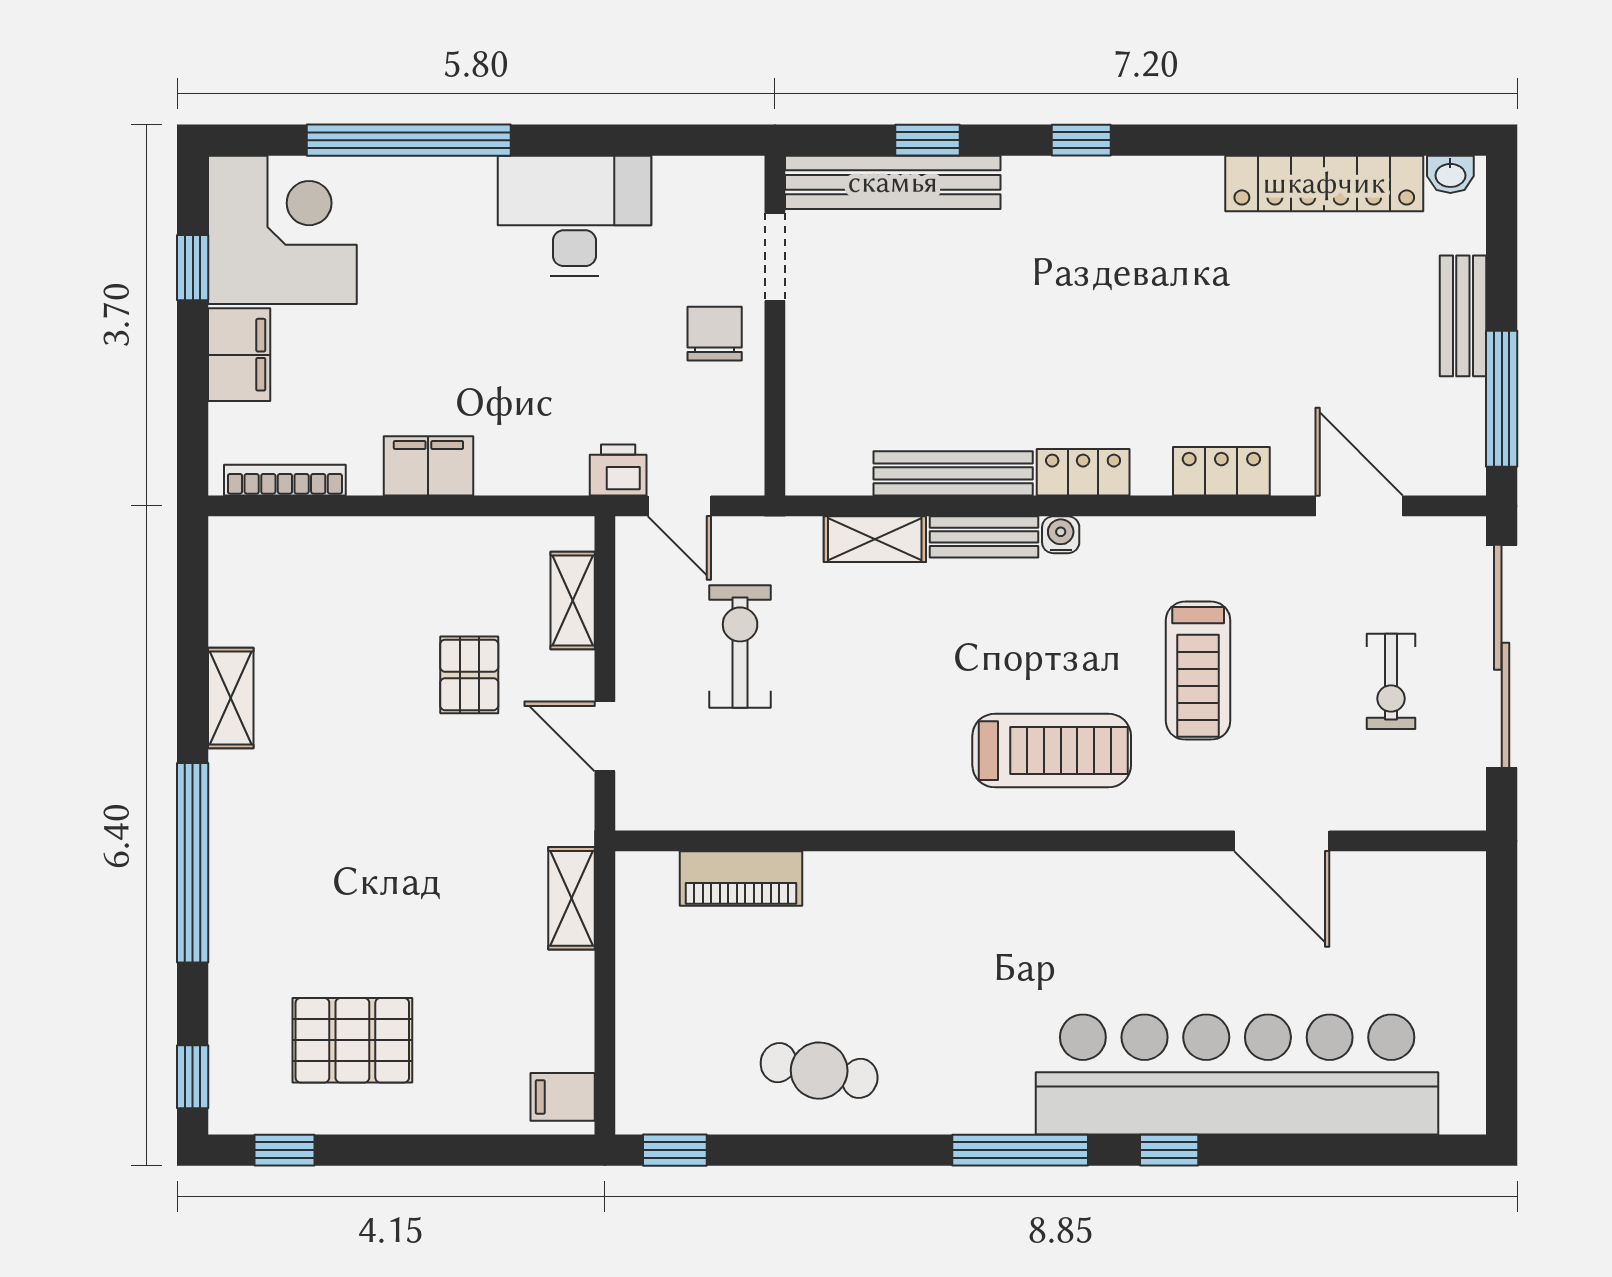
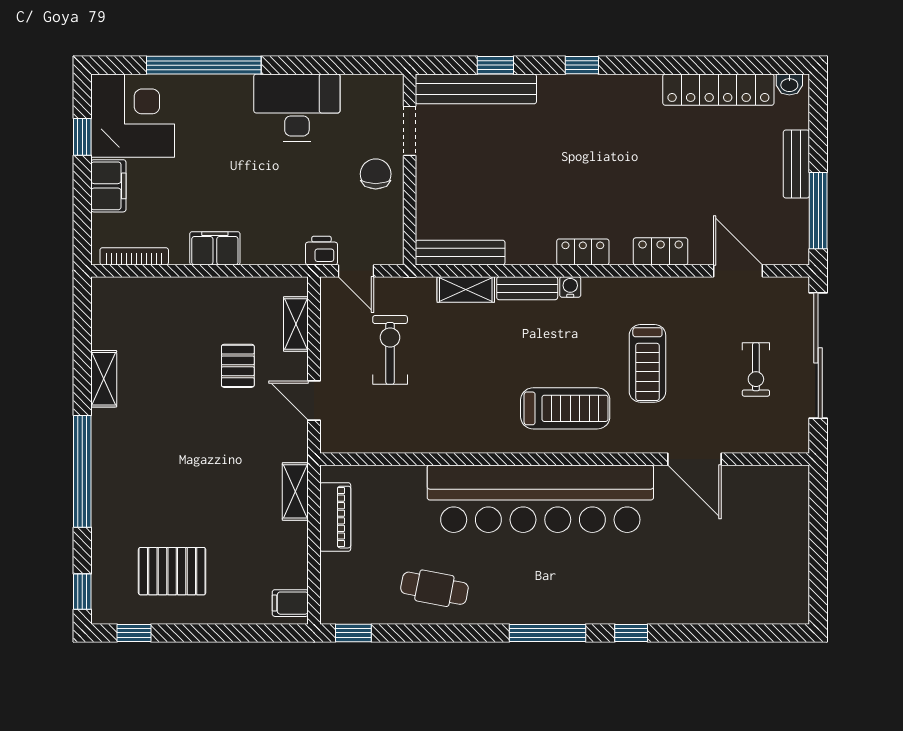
bench: (953, 473) -> (460, 253), moved
piano: (741, 879) -> (335, 517), moved, turned -90
bar counter: (1237, 1075) -> (540, 499), moved, turned 180

